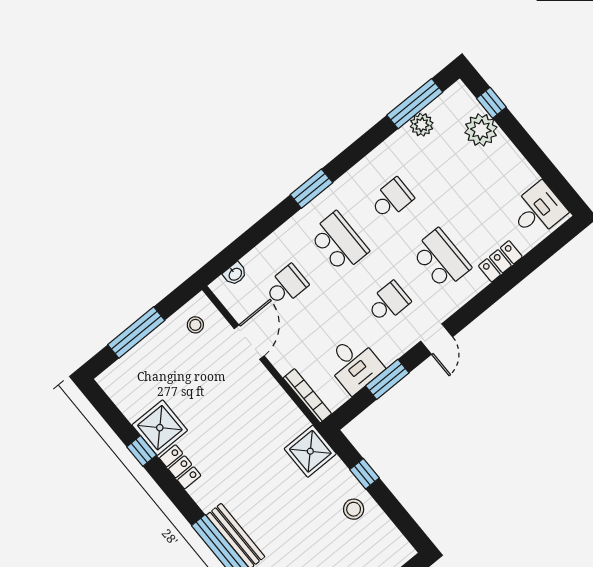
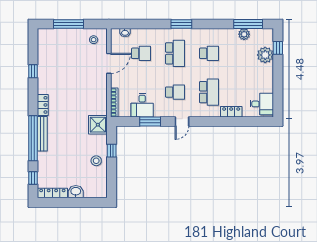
shower: (160, 428) -> (47, 68), removed
locker: (180, 467) -> (43, 105), moved

